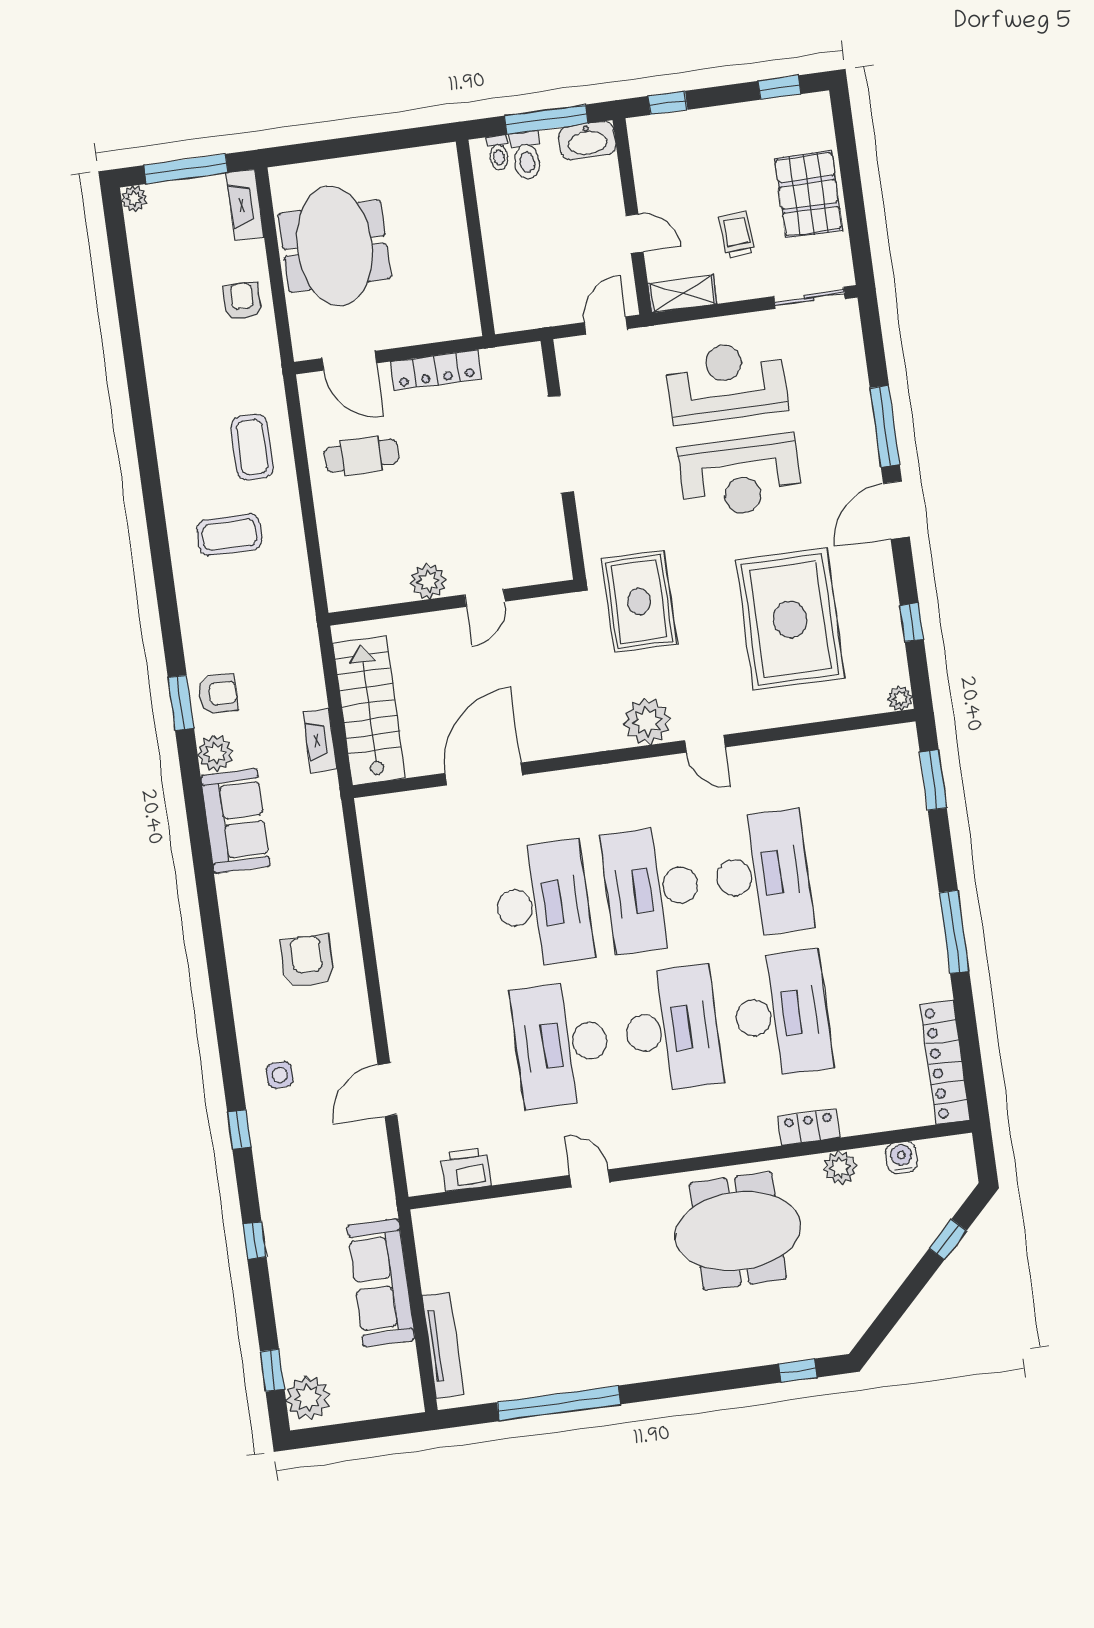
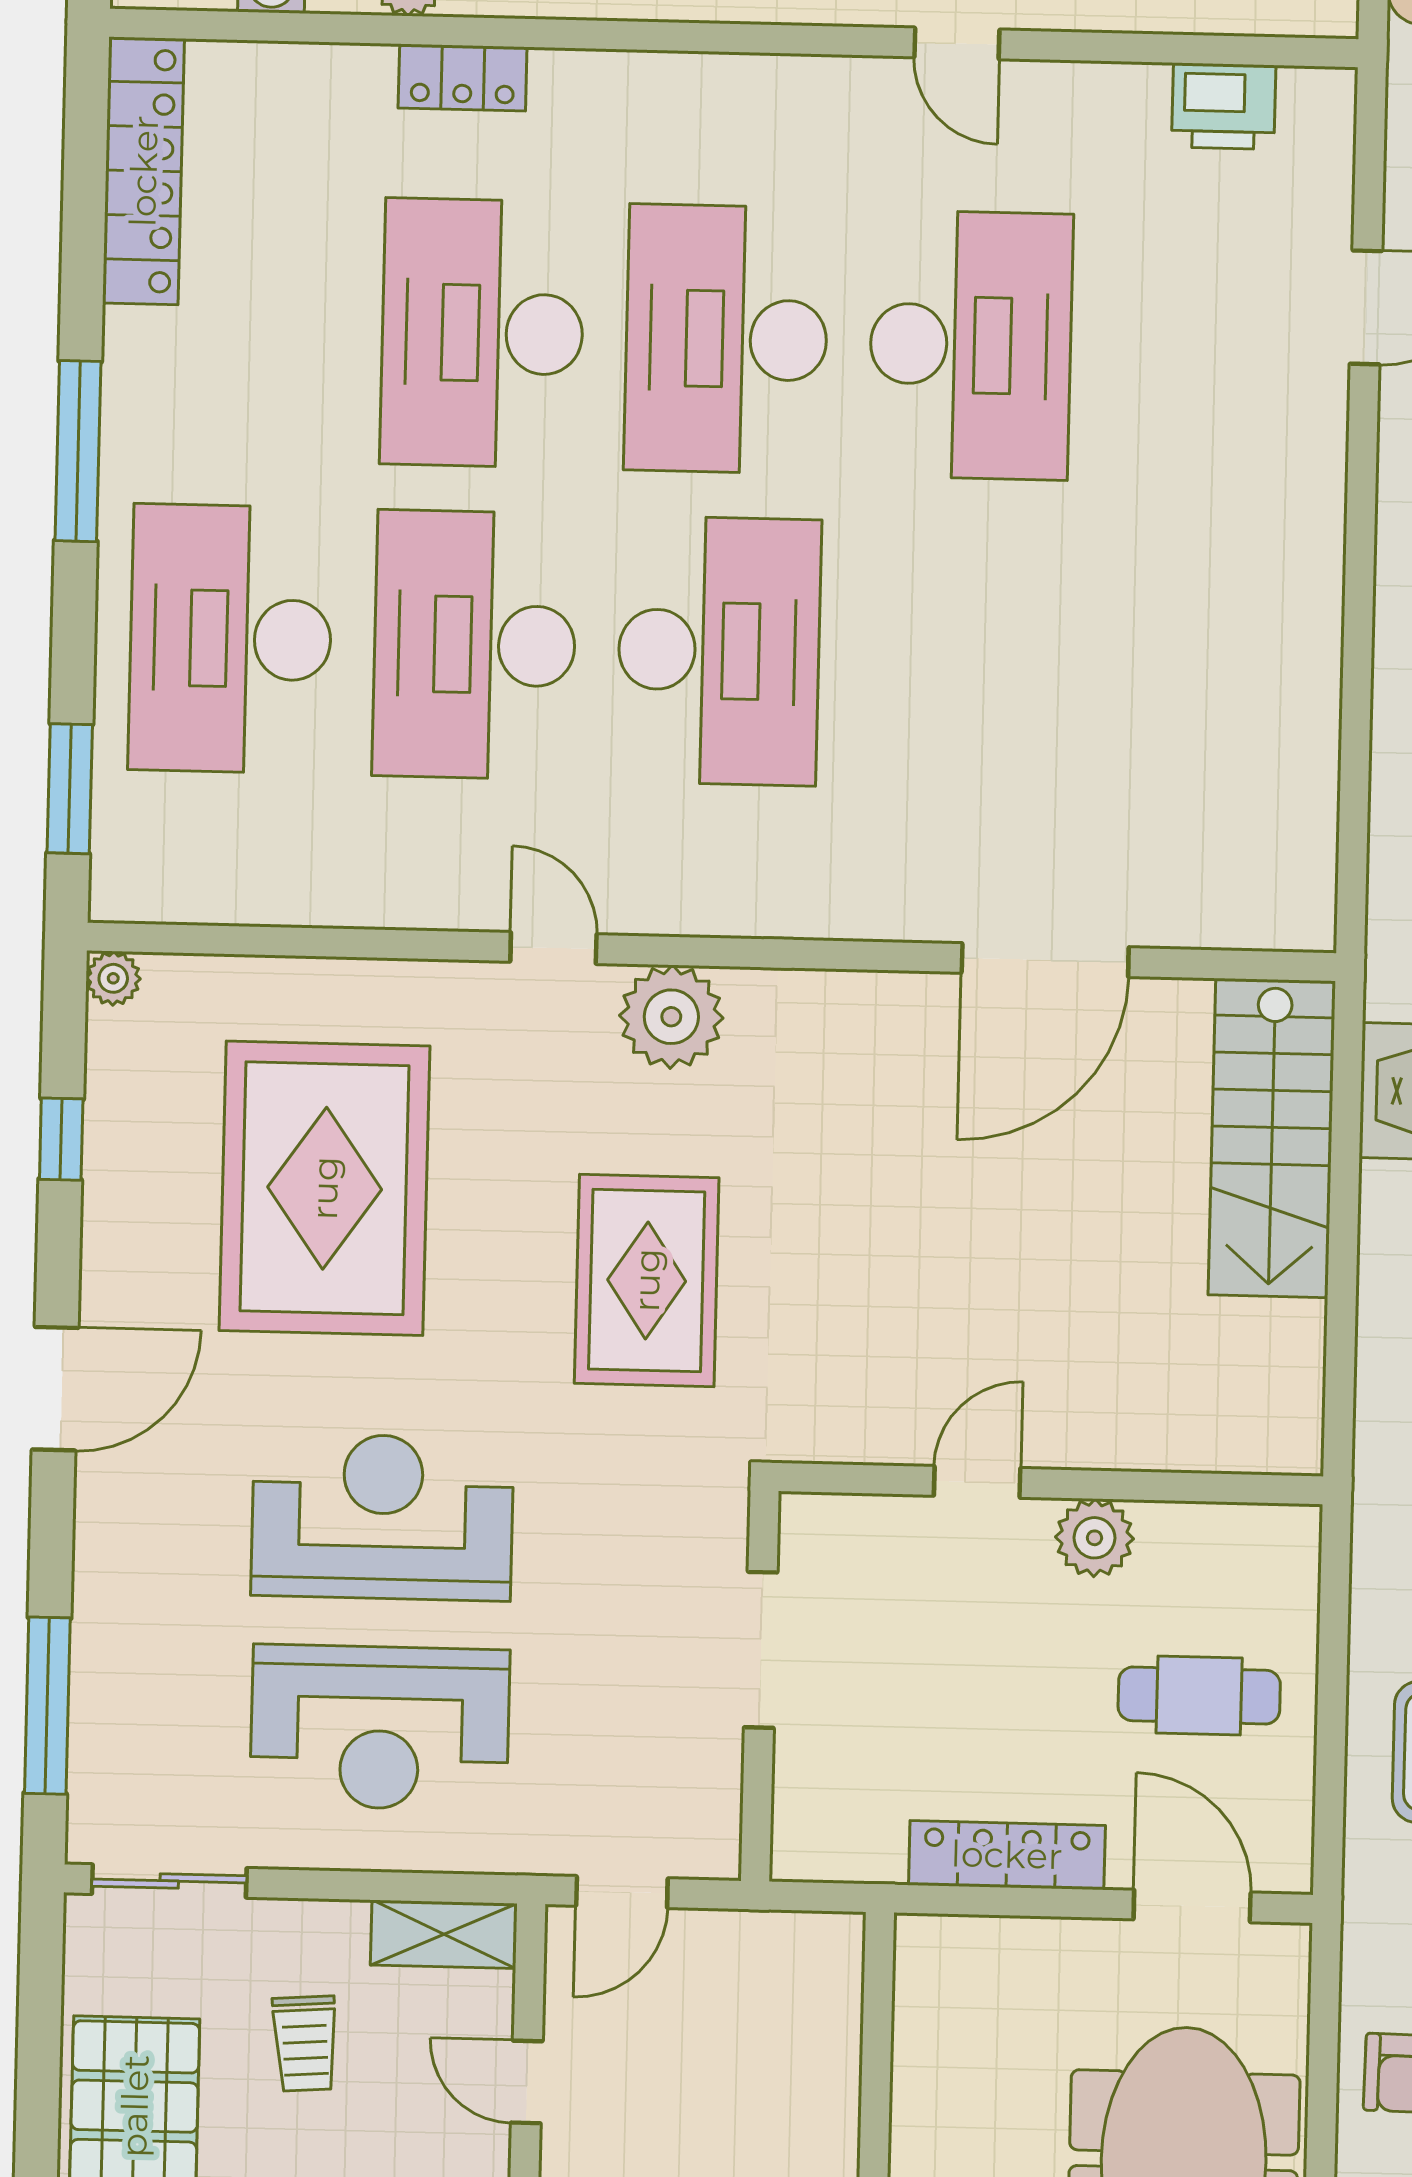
window: (885, 426) -> (47, 1706), moved
doorway: (561, 444) -> (761, 1650), width x0.73
plant: (428, 581) -> (1094, 1538), moved
door: (485, 598) -> (977, 1482), moved
wall: (452, 603) -> (1051, 1484), moved
desk: (543, 904) -> (231, 639), moved

